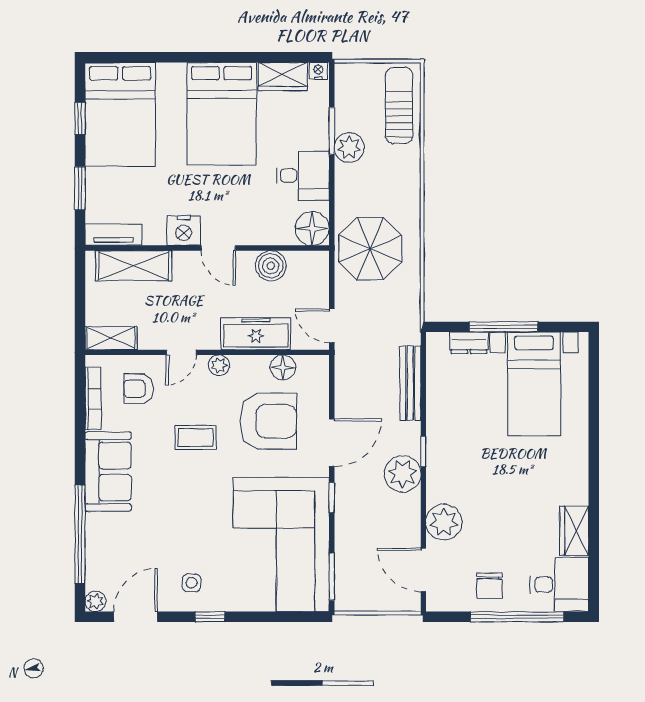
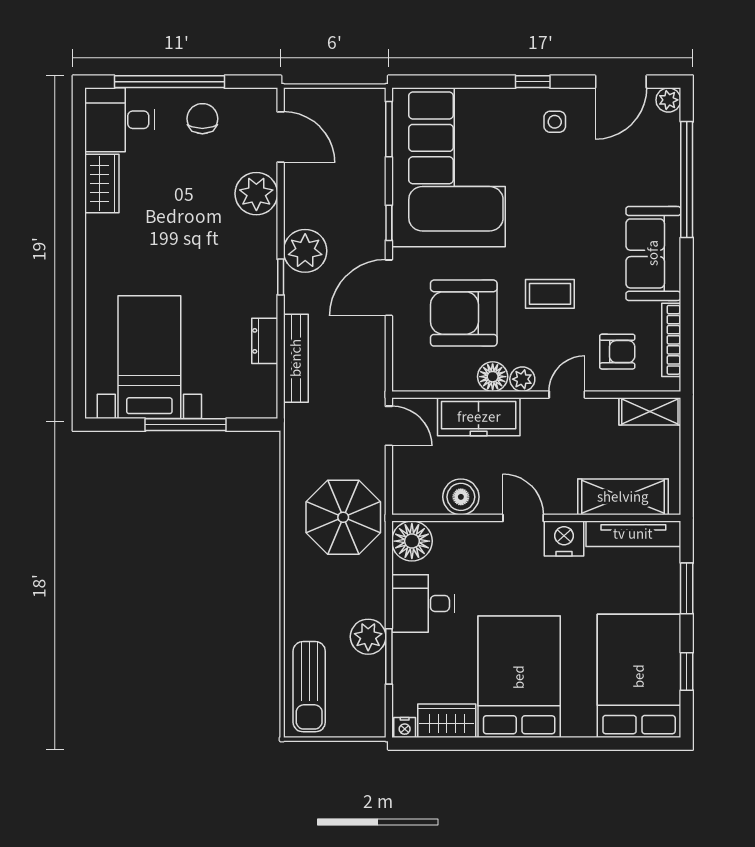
tv unit: (113, 235) -> (633, 534), width x1.41
dresser: (469, 343) -> (265, 341), moved, turned -90
floor lamp: (283, 367) -> (493, 377), moved

